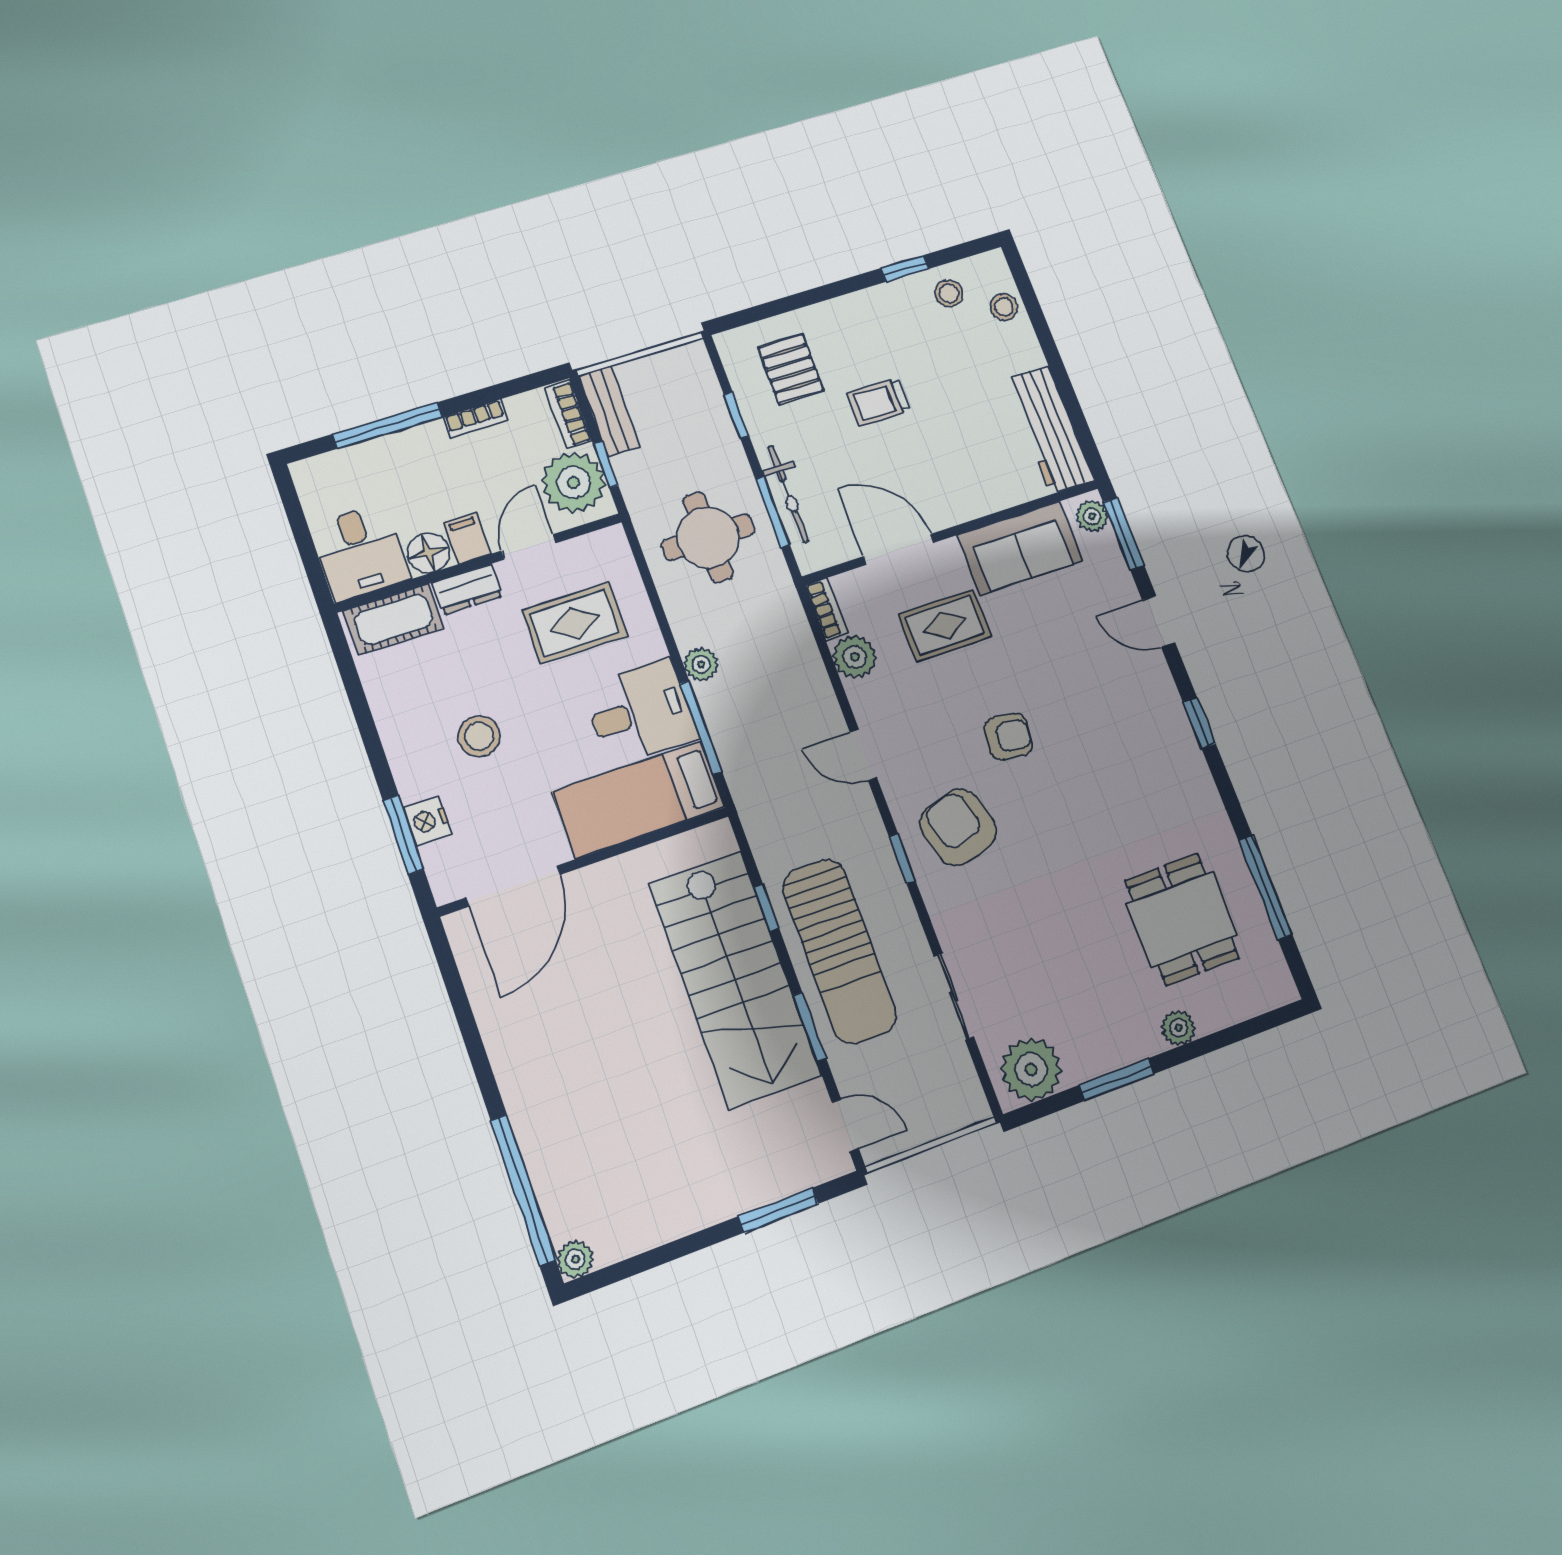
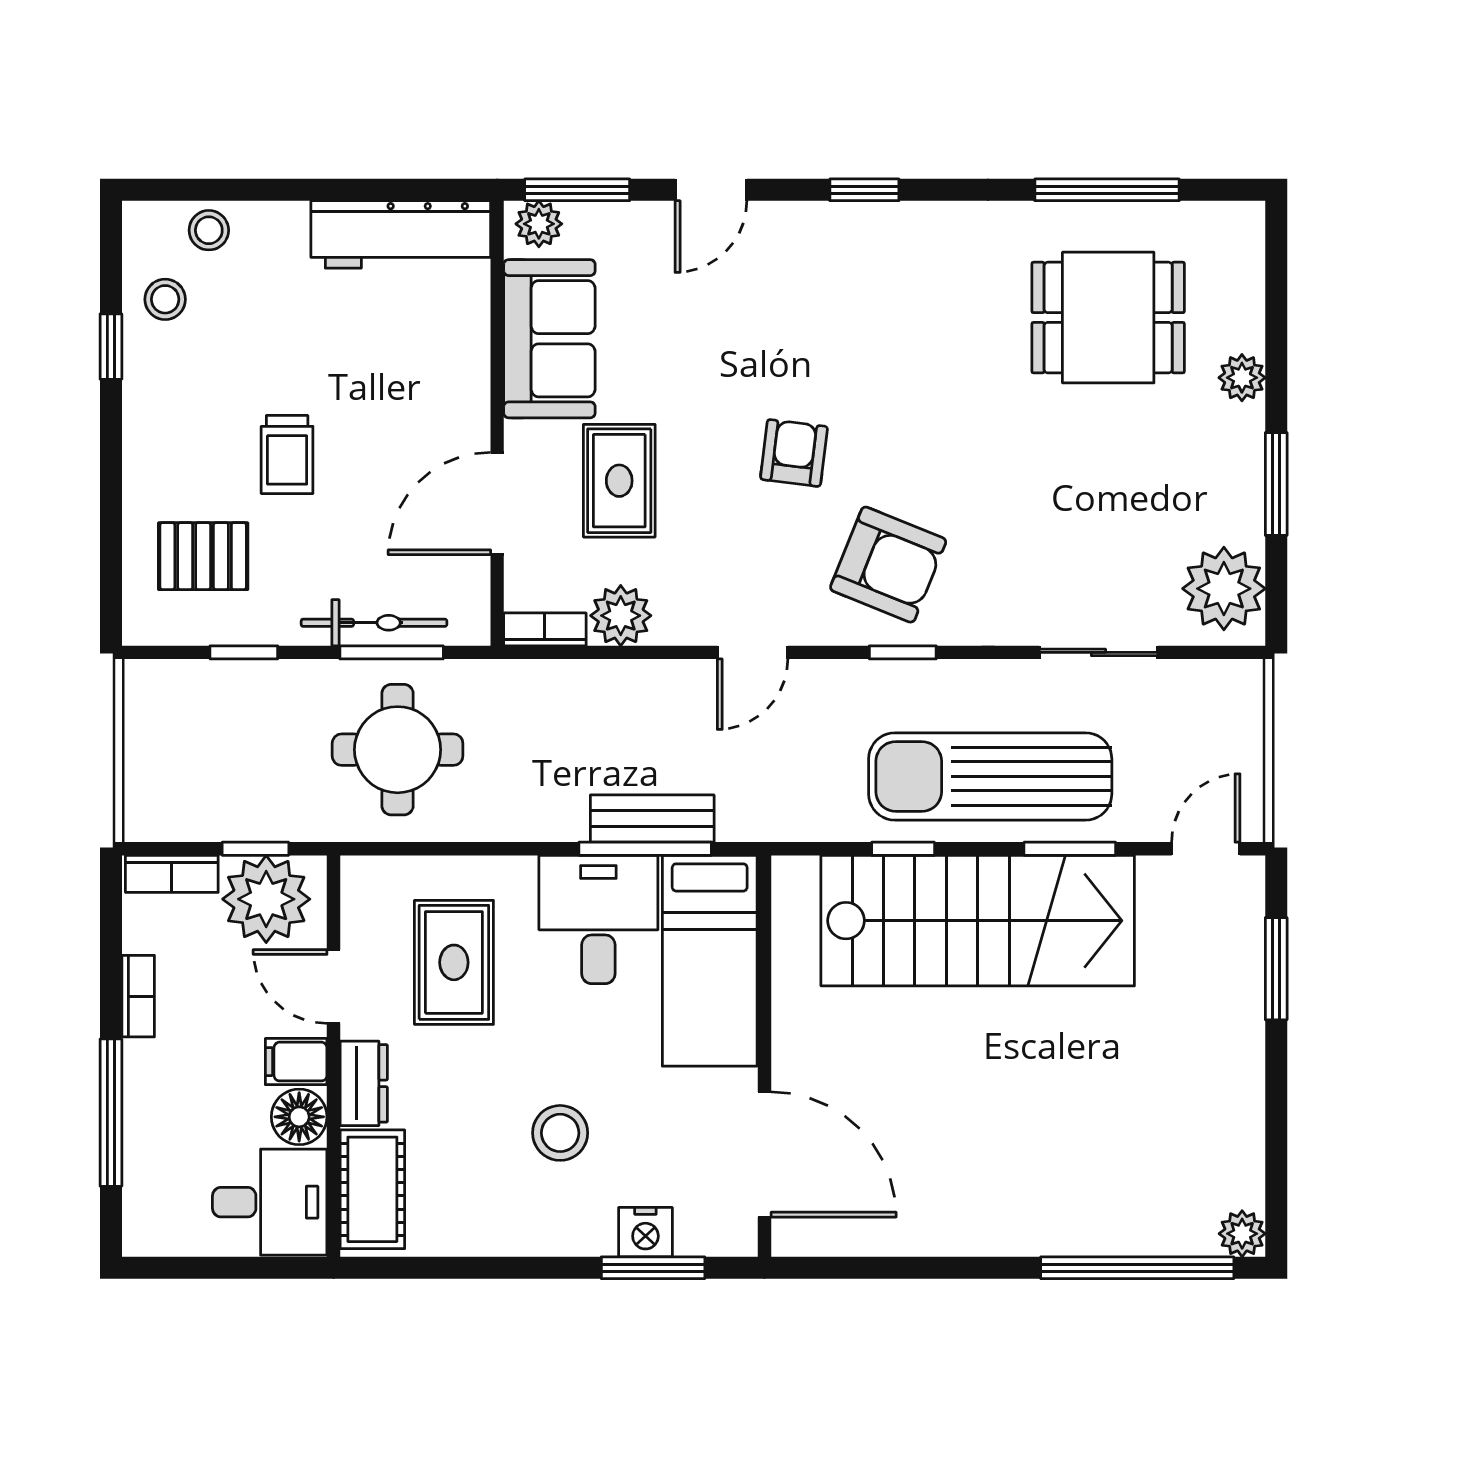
bench: (609, 411) -> (652, 819), moved
plant: (701, 664) -> (563, 819), removed
armchair: (958, 827) -> (888, 565), turned -141
sun lounger: (839, 951) -> (990, 776), turned 180

